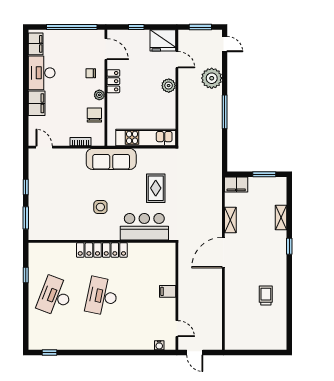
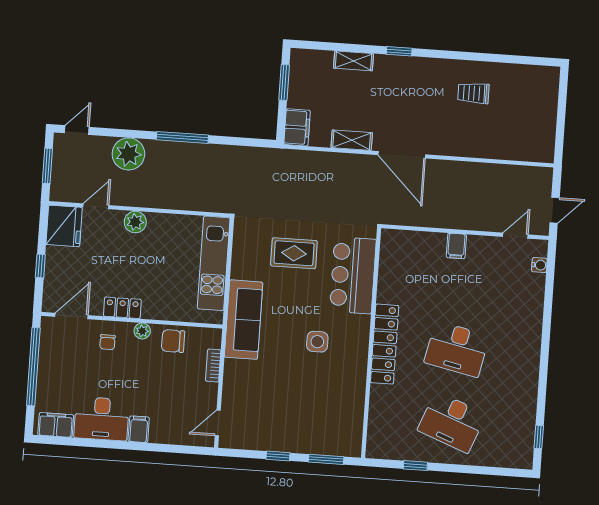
filing cabinet: (37, 103) -> (139, 429), width x0.50

